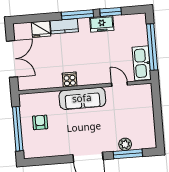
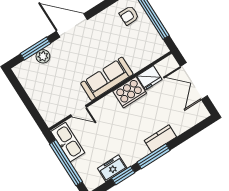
freezer: (102, 24) -> (112, 168), moved
fridge: (41, 29) -> (149, 78), moved, turned 180
cooker: (70, 80) -> (130, 92), width x1.87, depth x1.31
armchair: (40, 122) -> (129, 15), moved, turned 90

